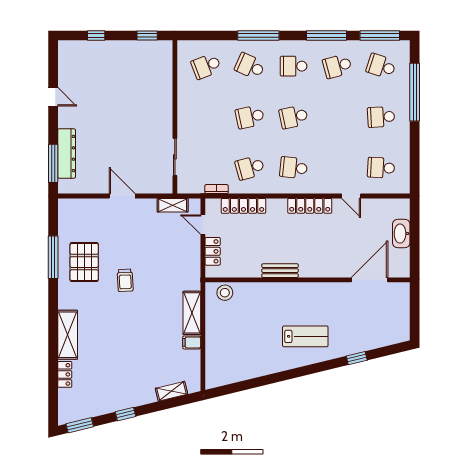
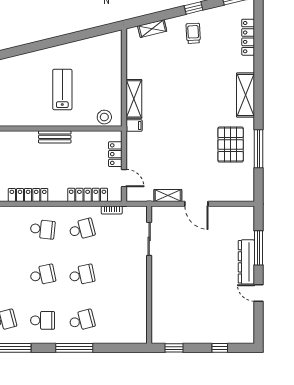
school desk: (206, 66) -> (121, 320), removed
school desk: (250, 66) -> (82, 320), turned -39
dresser: (67, 153) -> (246, 262), moved
window: (53, 163) -> (258, 248), moved
shelving: (173, 205) -> (168, 195), moved
trolley: (125, 280) -> (193, 33), moved
shelving: (68, 335) -> (245, 95), moved
lab bench: (305, 336) -> (62, 89), moved, turned 90
filing cabinet: (192, 342) -> (134, 125), moved
locker: (65, 374) -> (248, 37), width x1.53

